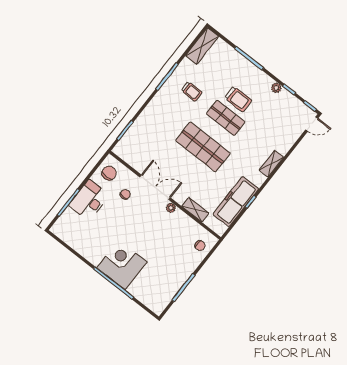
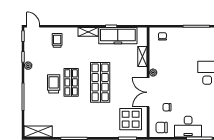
trolley: (192, 91) -> (57, 40), moved
display table: (142, 149) -> (131, 119), added
shelving: (271, 164) -> (88, 32), moved

